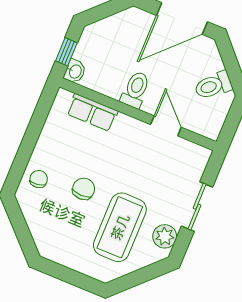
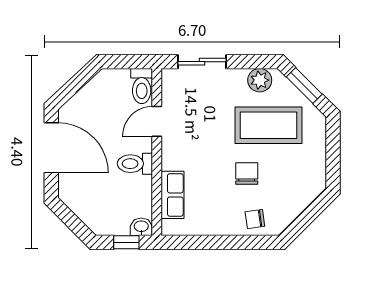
toilet: (213, 85) -> (142, 86), moved, turned 43
chair: (84, 189) -> (247, 174), turned 90
sliding door: (197, 207) -> (202, 62), moved
window: (143, 275) -> (304, 86), added

